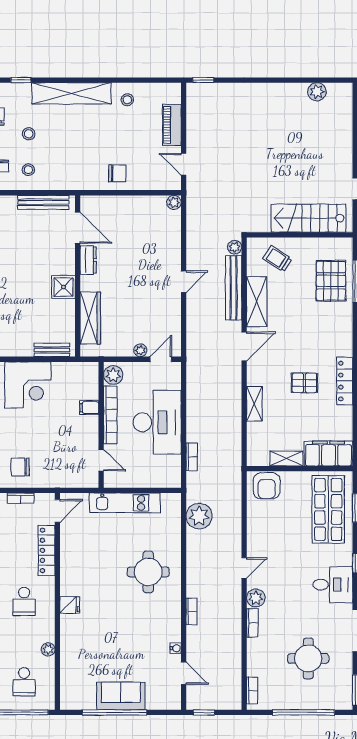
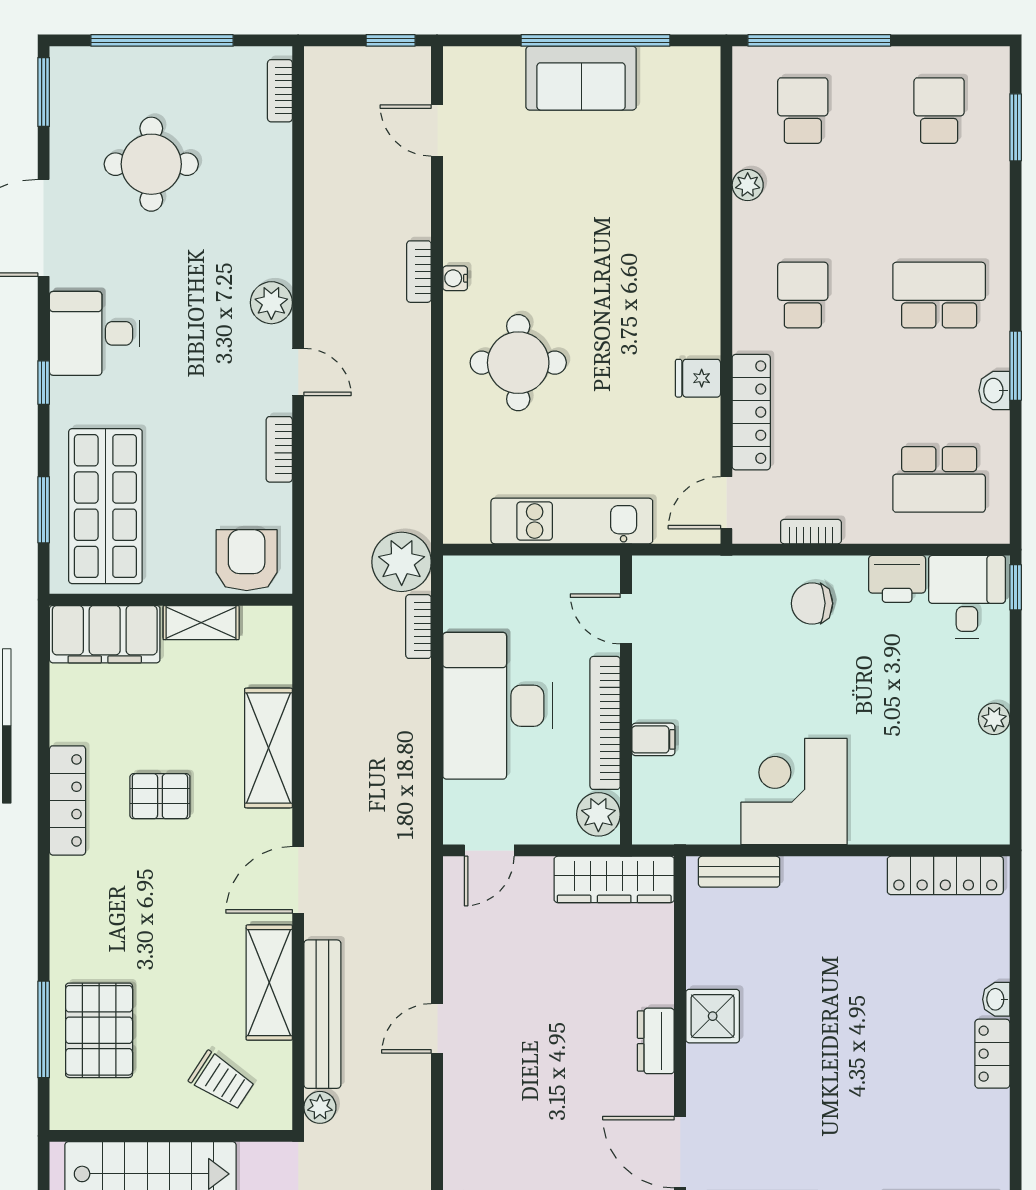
dresser: (88, 260) -> (656, 1041), moved
wardrobe: (90, 318) -> (614, 879), moved, turned -90
plant: (140, 350) -> (536, 871), removed
shelving: (254, 404) -> (268, 748), width x1.50, depth x1.33
chair: (20, 467) -> (812, 603), turned 180
plant: (199, 516) -> (402, 562), moved
door: (244, 568) -> (298, 372), swing flipped
fridge: (70, 605) -> (698, 378), moved
bookcase: (252, 623) -> (279, 449), moved
water cooler: (176, 648) -> (455, 278), moved

